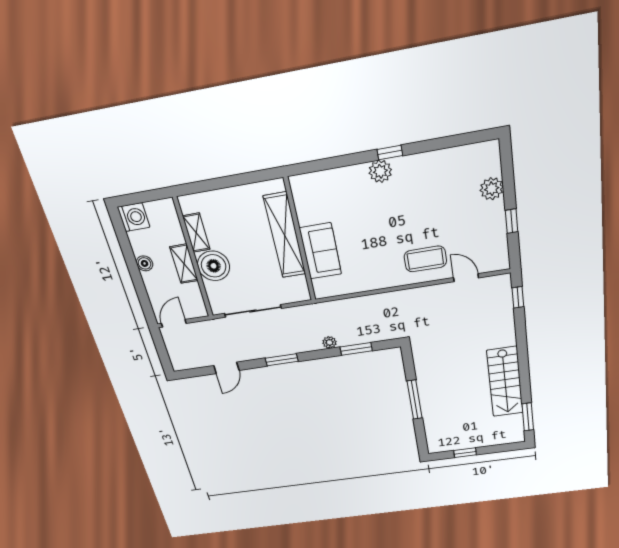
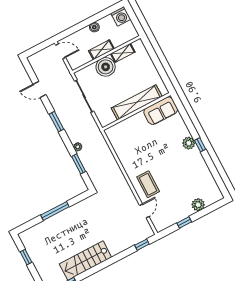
sofa: (321, 251) -> (161, 111), moved

